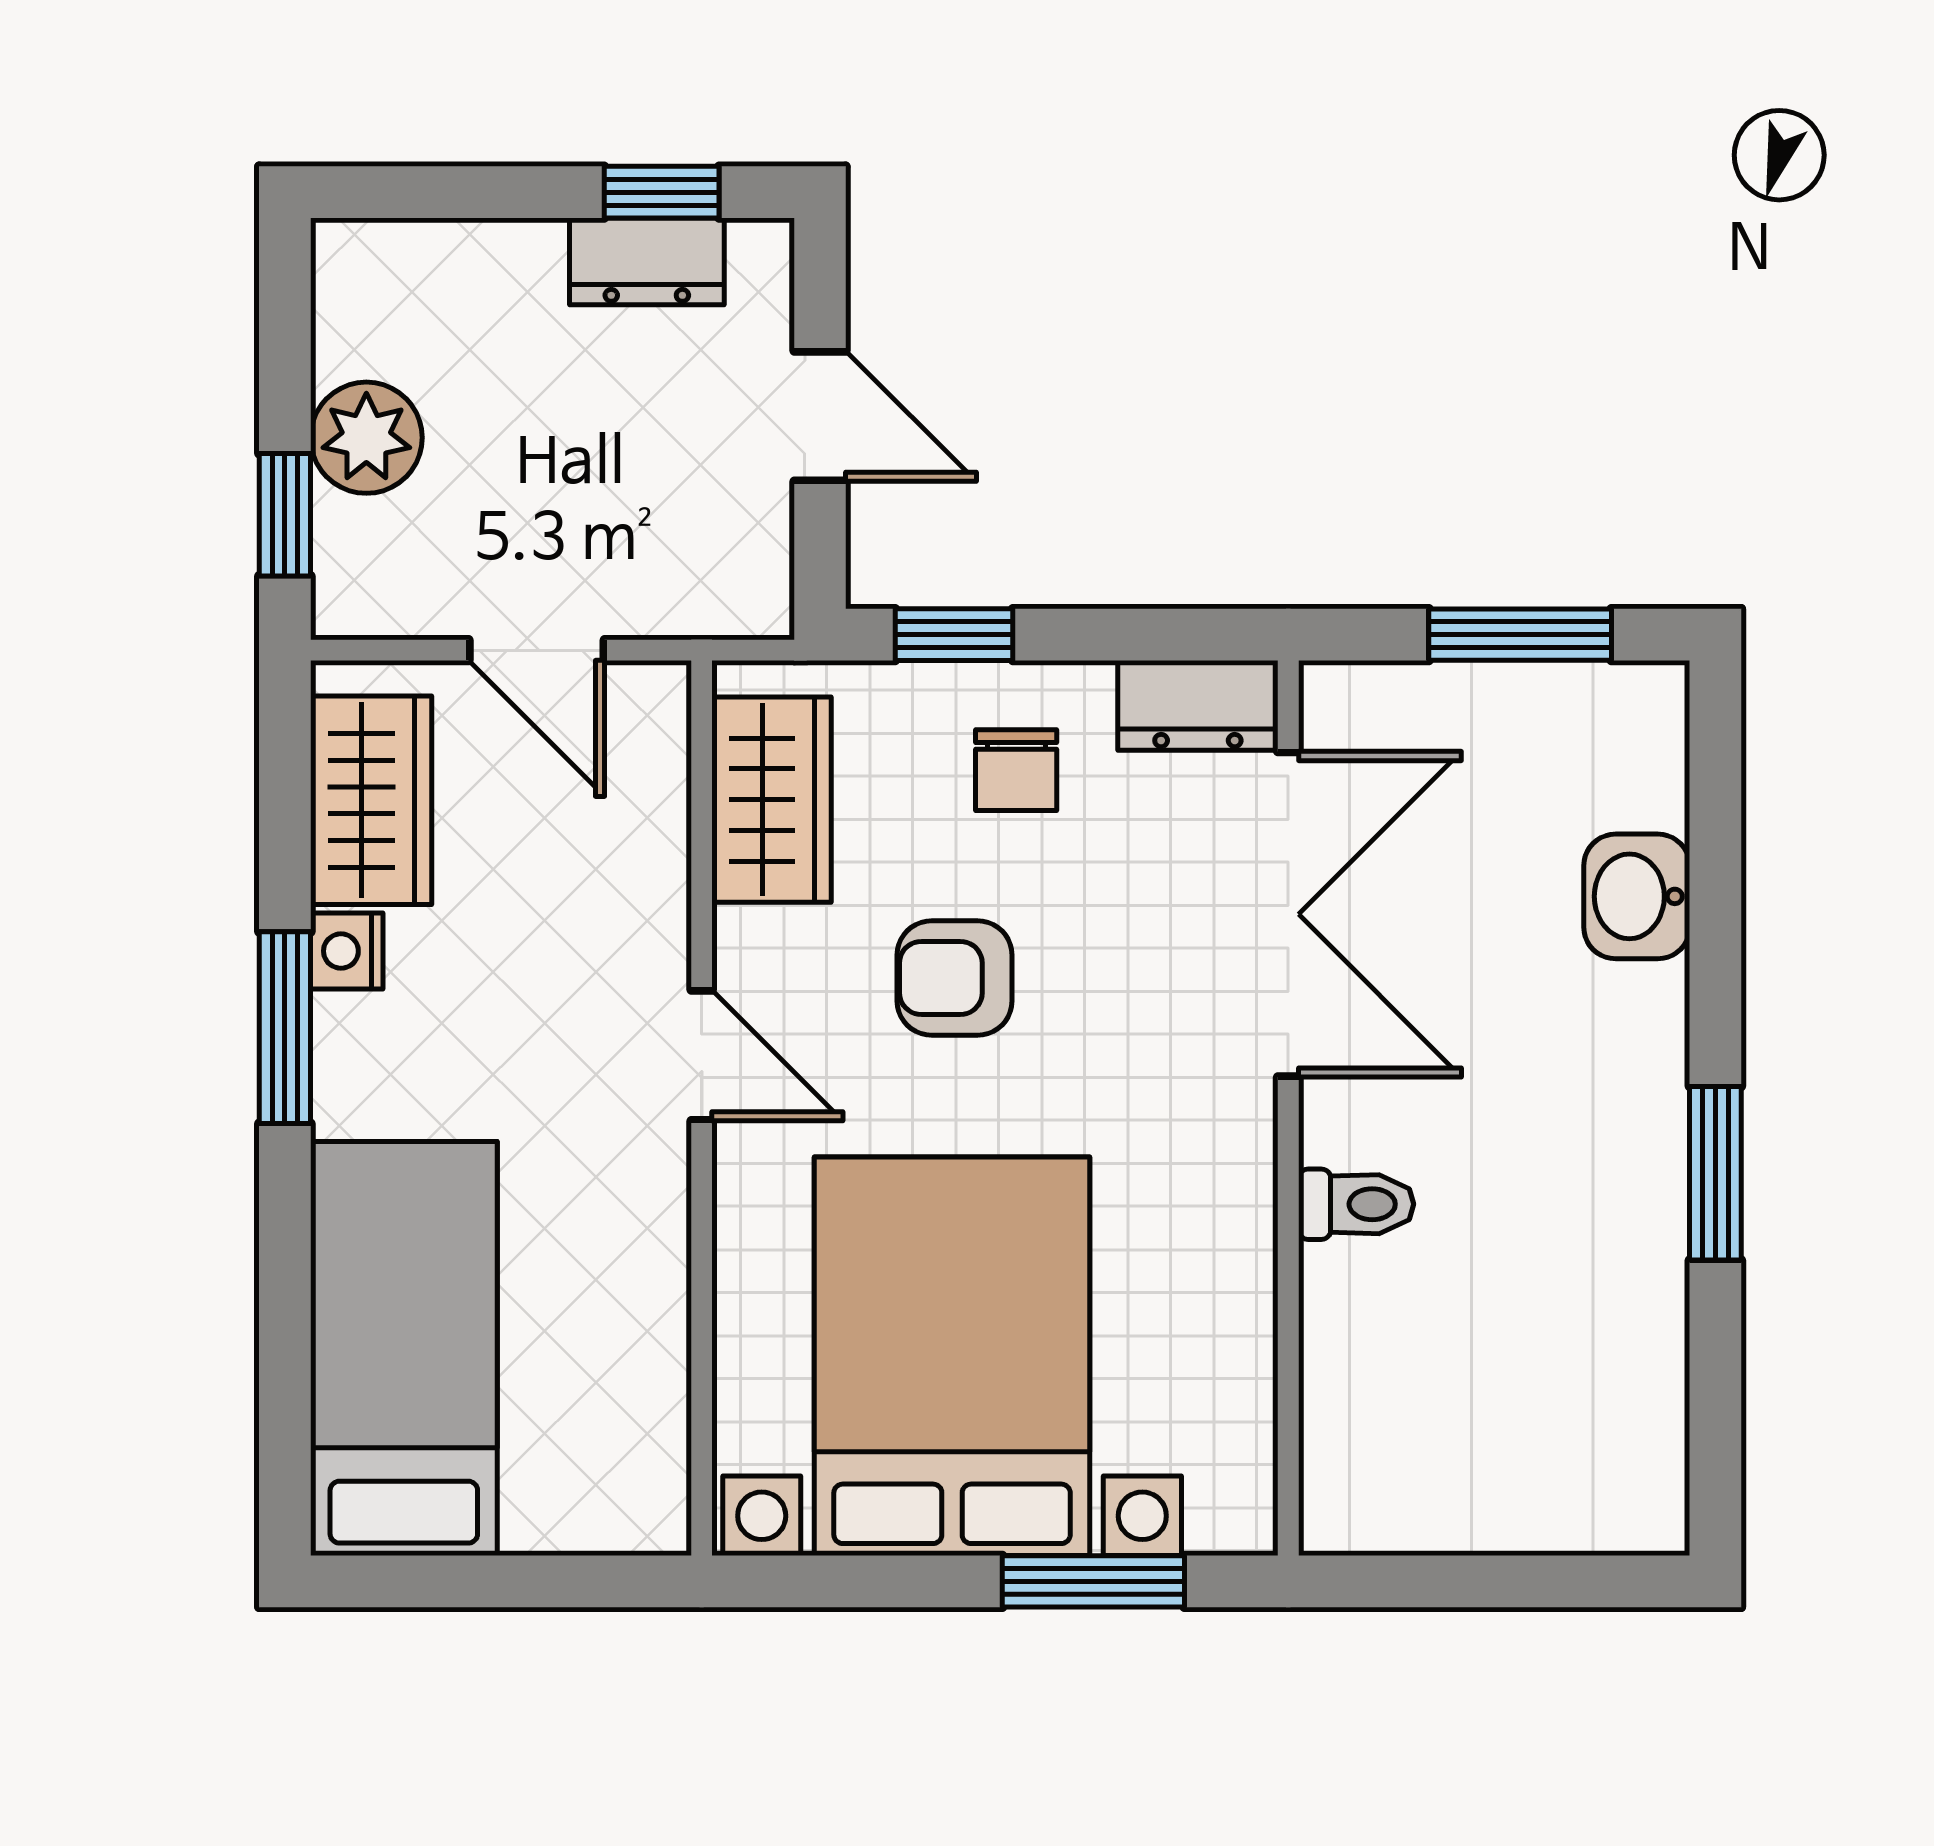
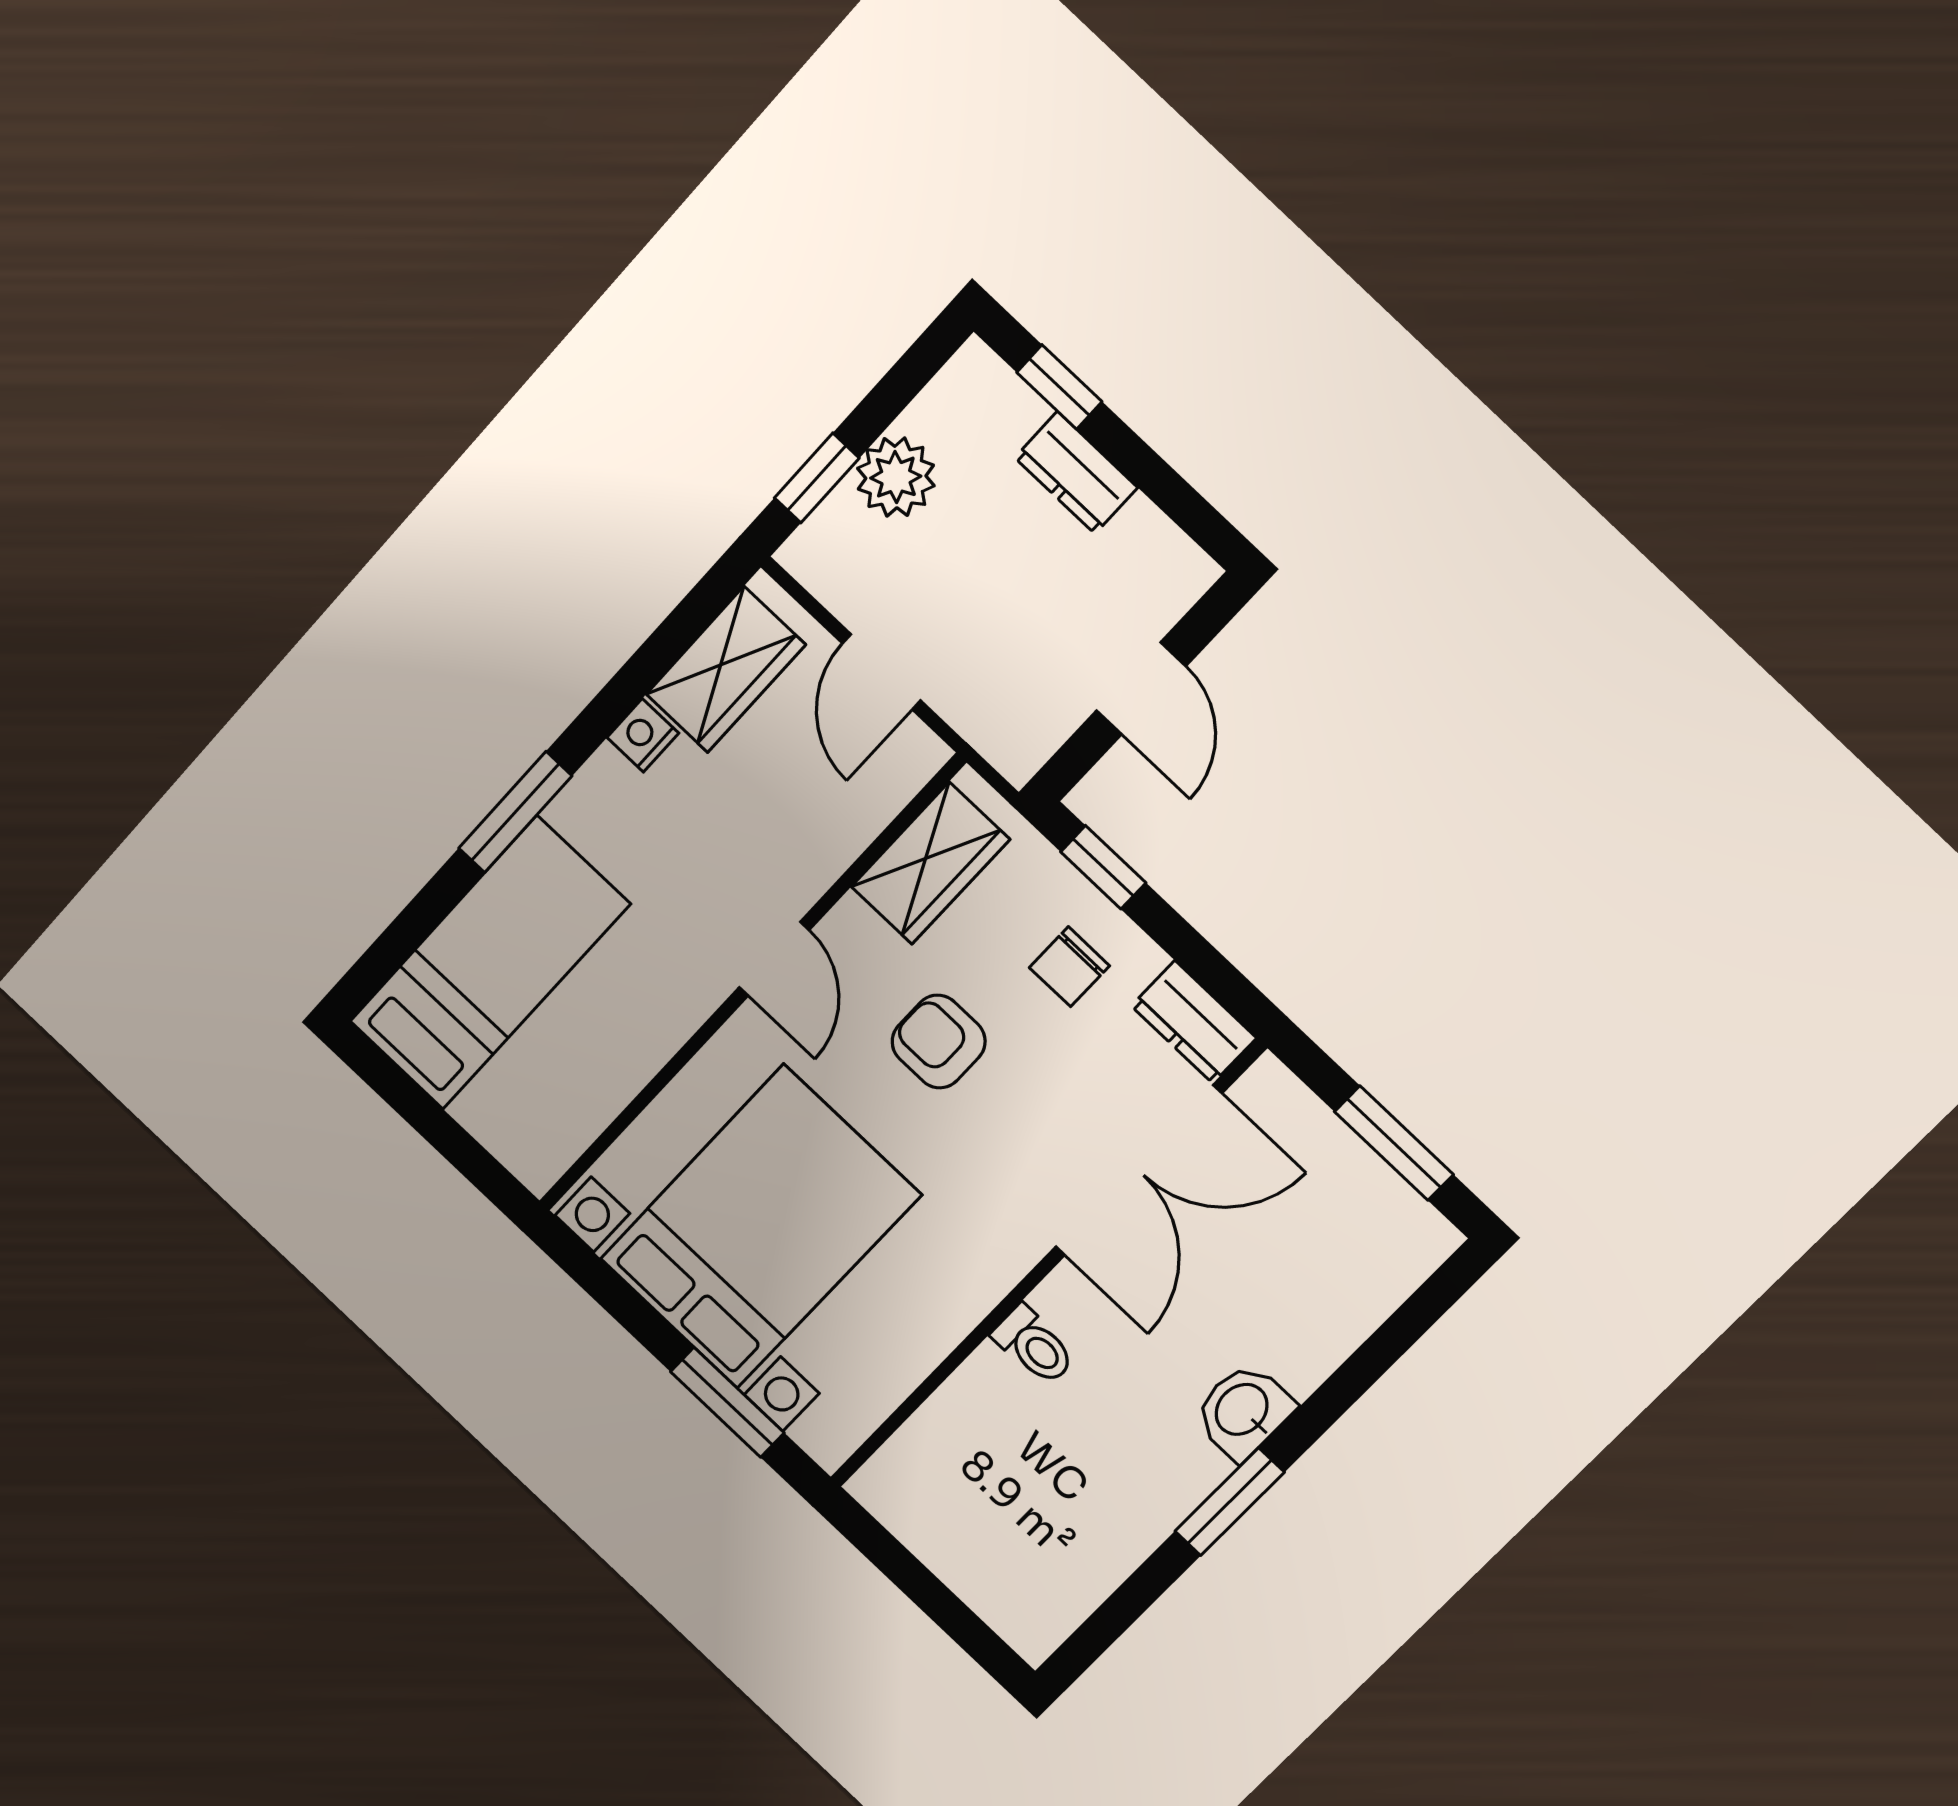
window: (662, 192) -> (1059, 387), moved
dresser: (647, 261) -> (1076, 473), moved
washbasin: (1637, 896) -> (1243, 1411), moved
window: (285, 1028) -> (515, 812), moved

